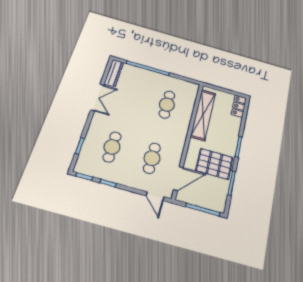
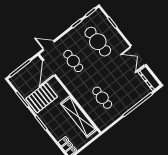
cafe table: (112, 147) -> (98, 42), width x1.37, depth x1.35

